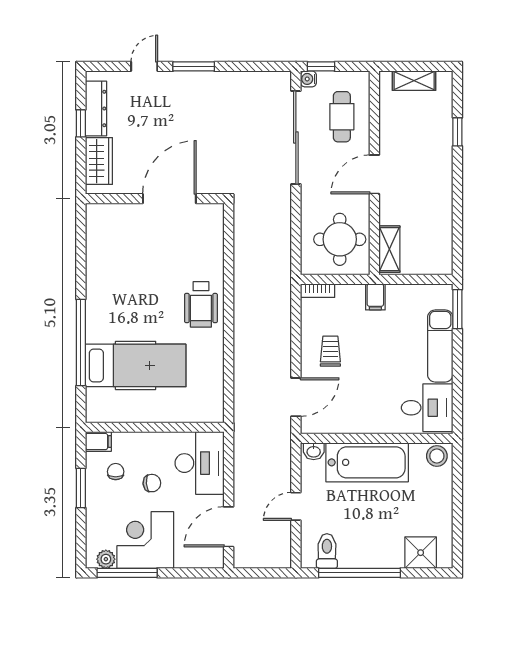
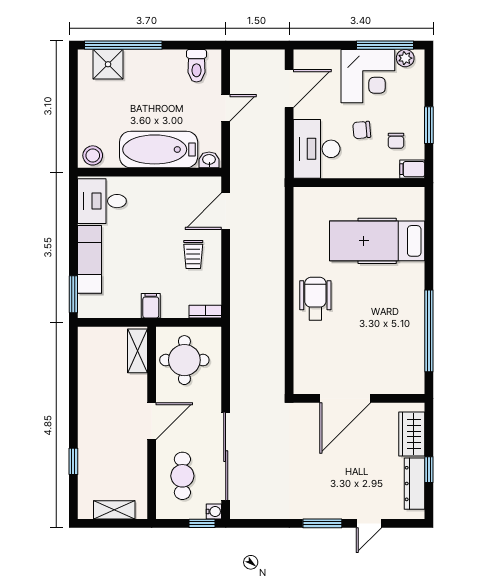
window: (81, 342) -> (429, 331), moved
window: (359, 573) -> (123, 45), moved

